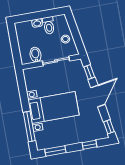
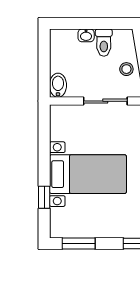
bidet: (35, 55) -> (58, 85), moved
window: (29, 126) -> (44, 197), width x0.46

